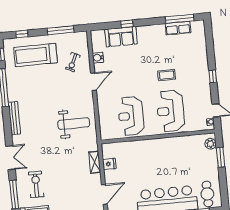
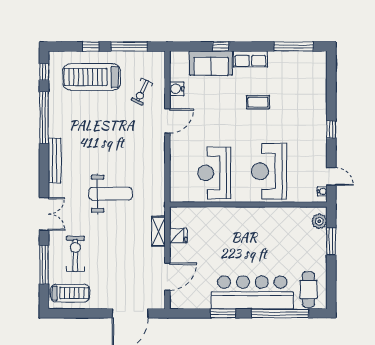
row of seats: (178, 28) -> (250, 59), moved
window: (22, 34) -> (91, 46), moved
coffee table: (167, 75) -> (258, 102), moved
weight bench: (74, 124) -> (111, 194), moved

